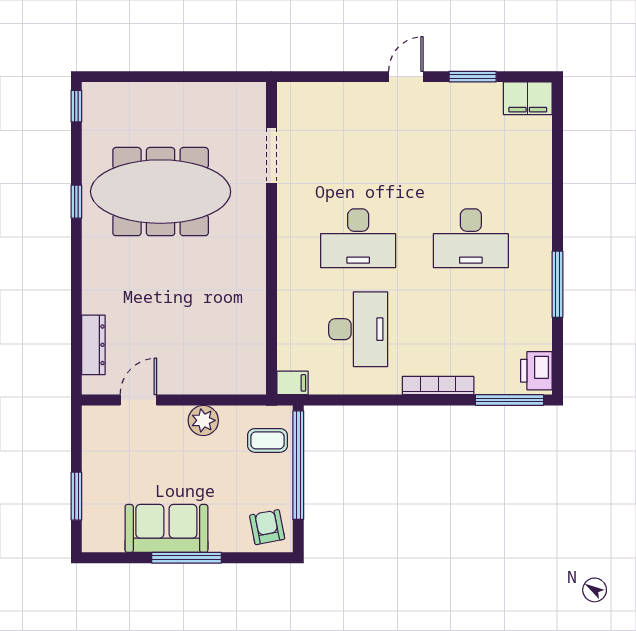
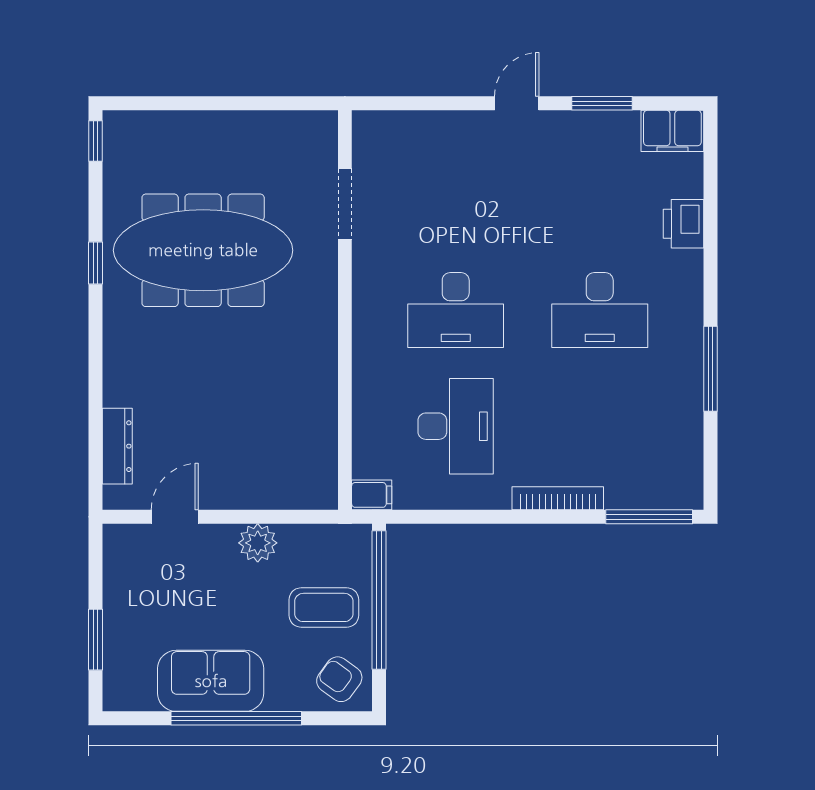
printer: (536, 371) -> (684, 224), moved
coffee table: (267, 440) -> (324, 607), moved, width x1.36, depth x1.30
armchair: (267, 527) -> (339, 679), turned -43
window: (186, 558) -> (236, 718), width x1.46

